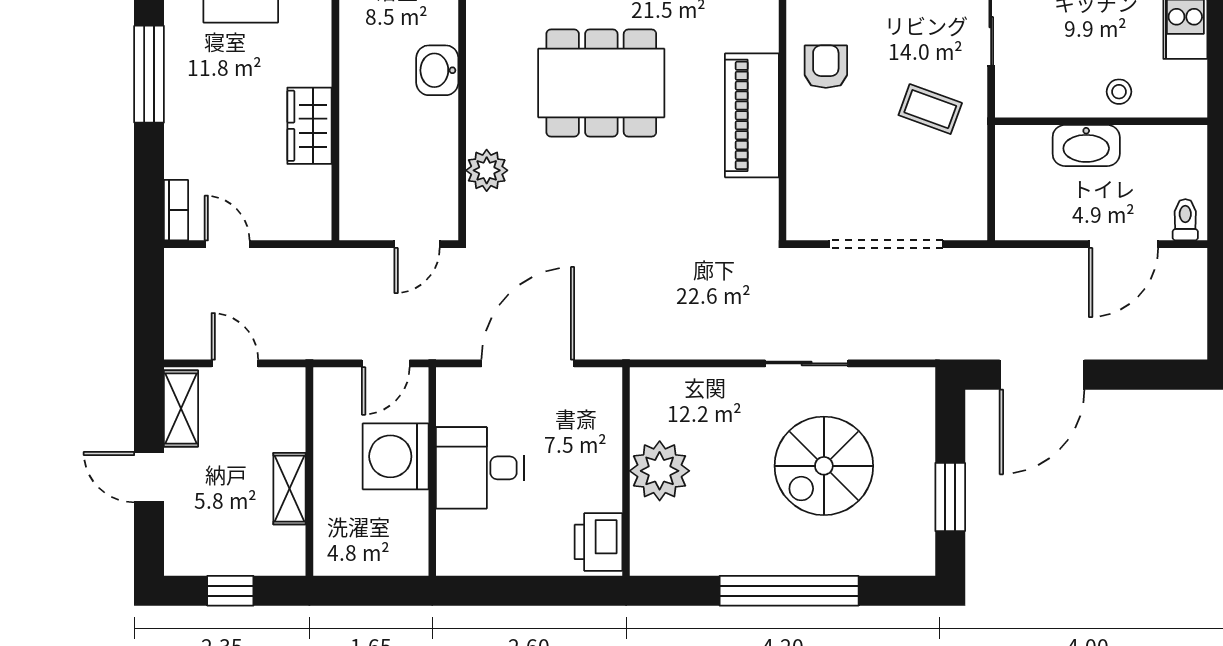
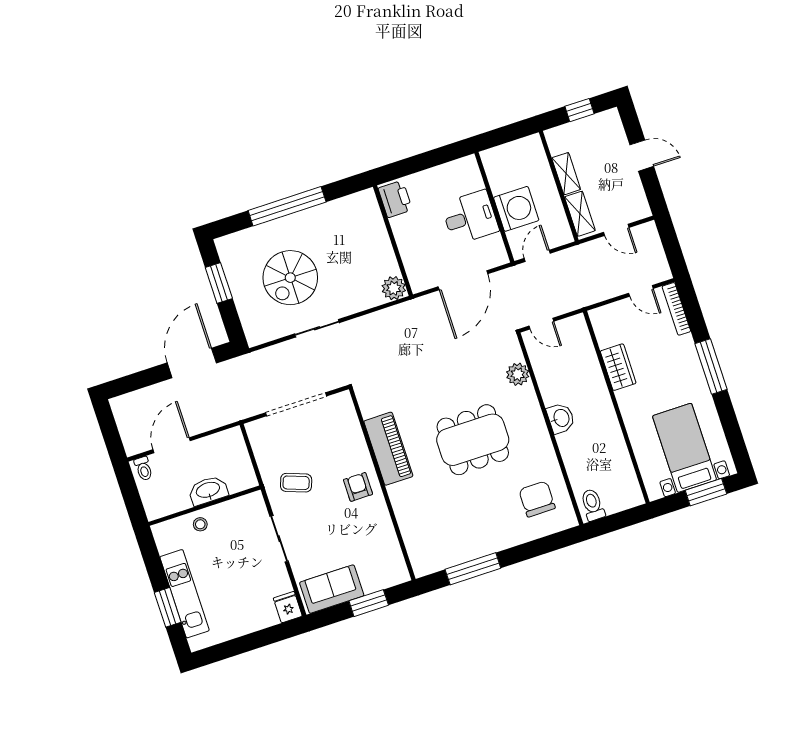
armchair: (826, 67) -> (358, 487), turned 180
bookcase: (176, 210) -> (676, 309), width x1.56
door: (417, 244) -> (541, 324), swing flipped
shelving: (181, 408) -> (580, 214), moved
spiral stairs: (824, 466) -> (290, 278), turned 180
plant: (660, 471) -> (394, 288), moved, width x0.73, depth x0.73

